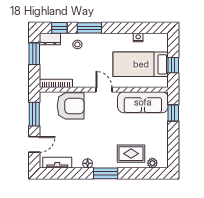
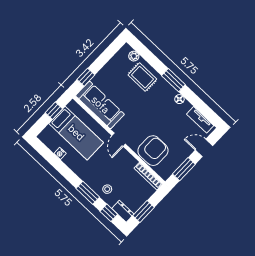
armchair: (71, 106) -> (153, 151), turned 90

